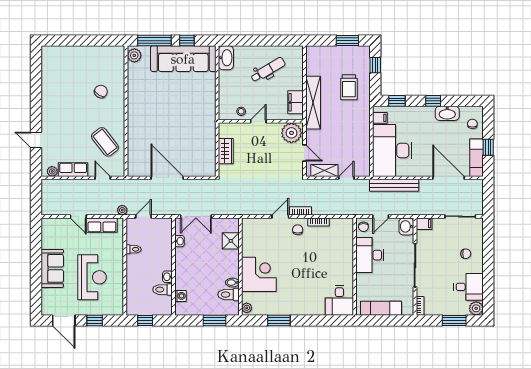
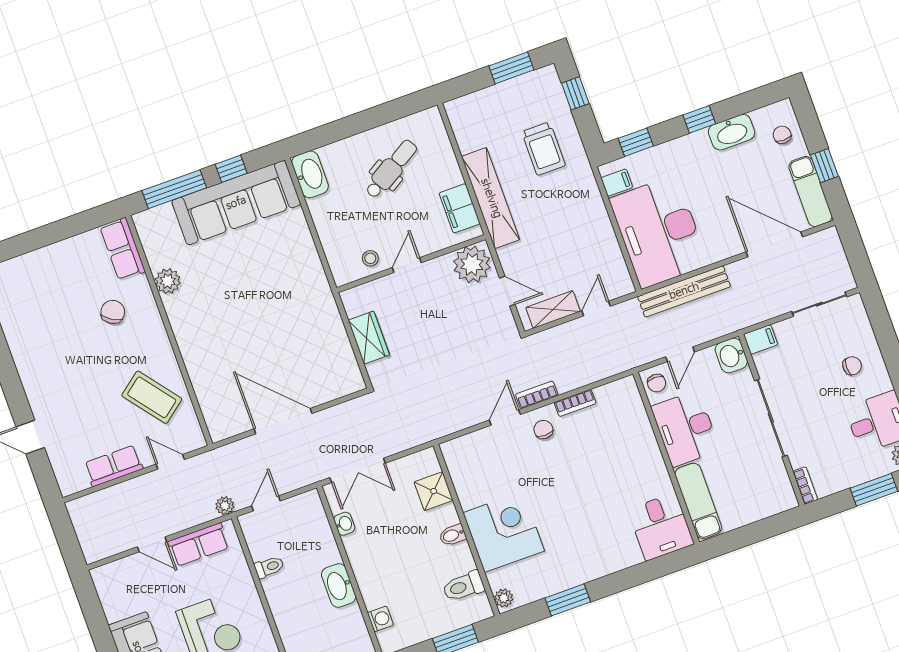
plant: (134, 55) -> (168, 281), moved
row of seats: (117, 61) -> (122, 249), added
plant: (52, 171) -> (78, 482), removed
washbasin: (167, 277) -> (339, 585), width x1.91, depth x1.45
bidet: (232, 283) -> (453, 535), moved
toilet: (163, 290) -> (345, 619), removed
exam couch: (381, 308) -> (698, 501), moved, turned 90

